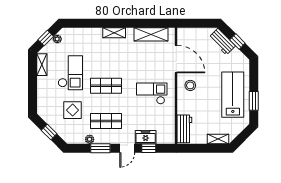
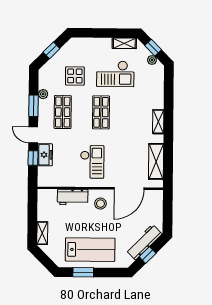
workbench: (222, 42) -> (144, 242), width x1.38
workbench: (184, 129) -> (73, 197), moved

